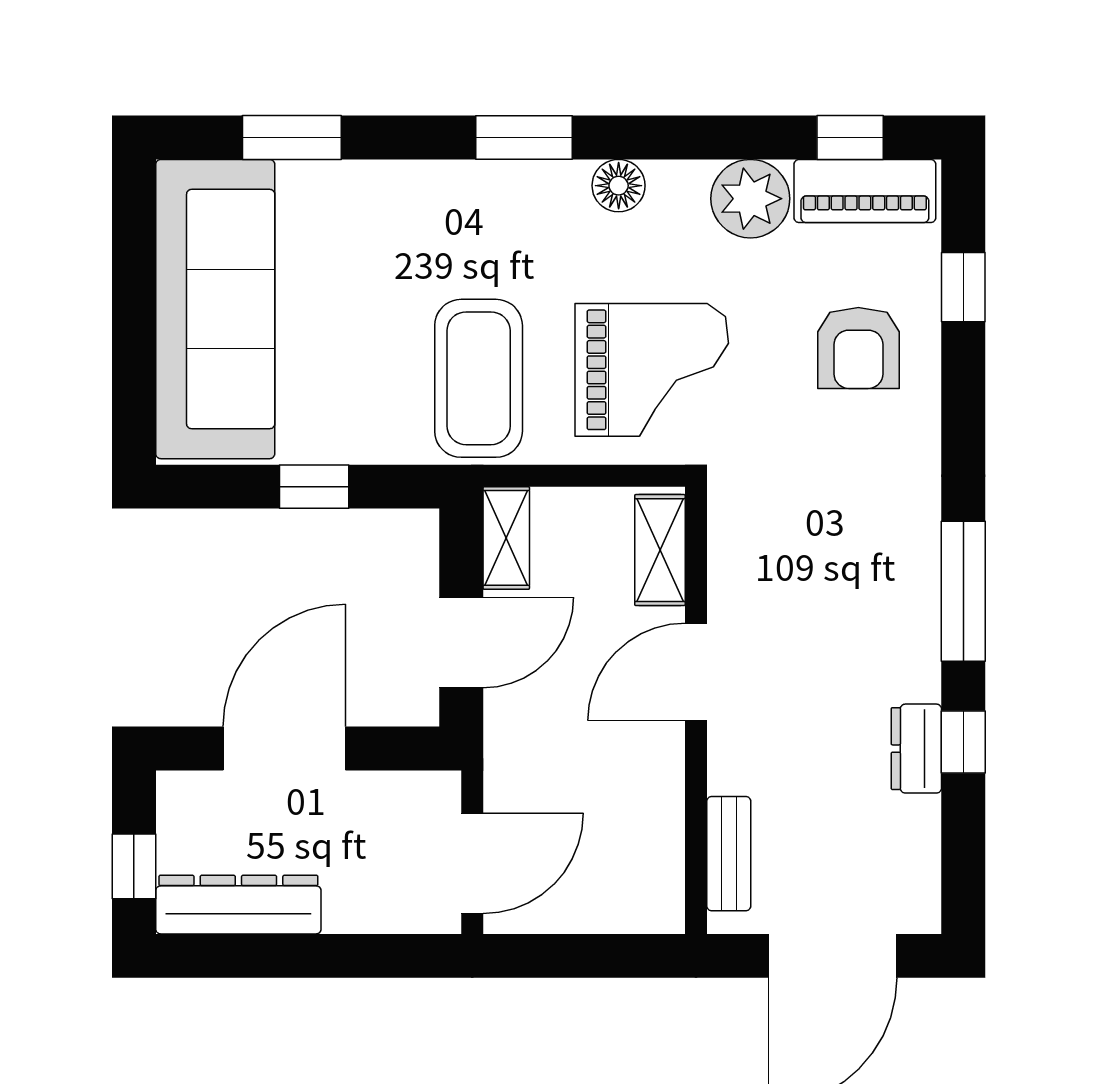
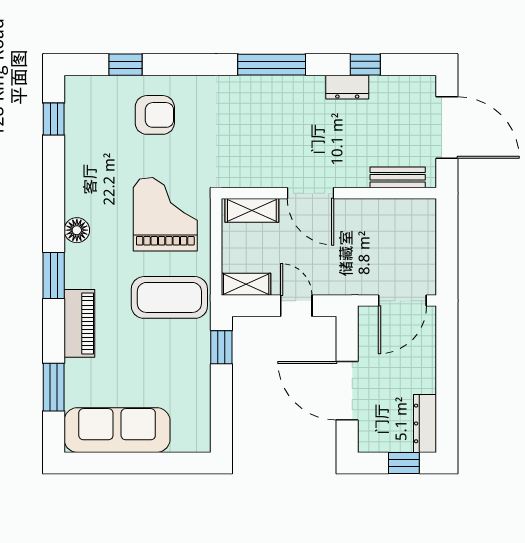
piano: (865, 191) -> (79, 323), moved
plant: (750, 199) -> (83, 167), removed
sofa: (215, 309) -> (117, 430), width x0.74, depth x0.79
window: (314, 487) -> (221, 347), moved
door: (461, 642) -> (296, 306), width x0.73
window: (963, 742) -> (365, 65), moved
door: (472, 863) -> (402, 301), swing flipped
dresser: (238, 905) -> (425, 423), width x0.73, depth x0.80

